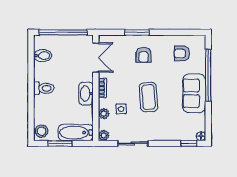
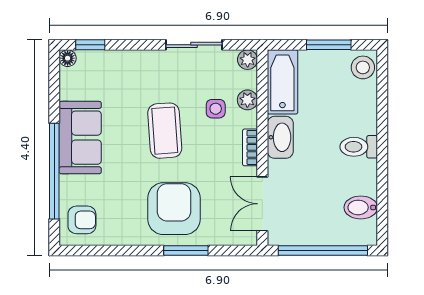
armchair: (182, 54) -> (82, 220), moved
armchair: (143, 55) -> (174, 209), width x1.88, depth x1.88
bathtub: (76, 133) -> (282, 82), moved, turned -90

